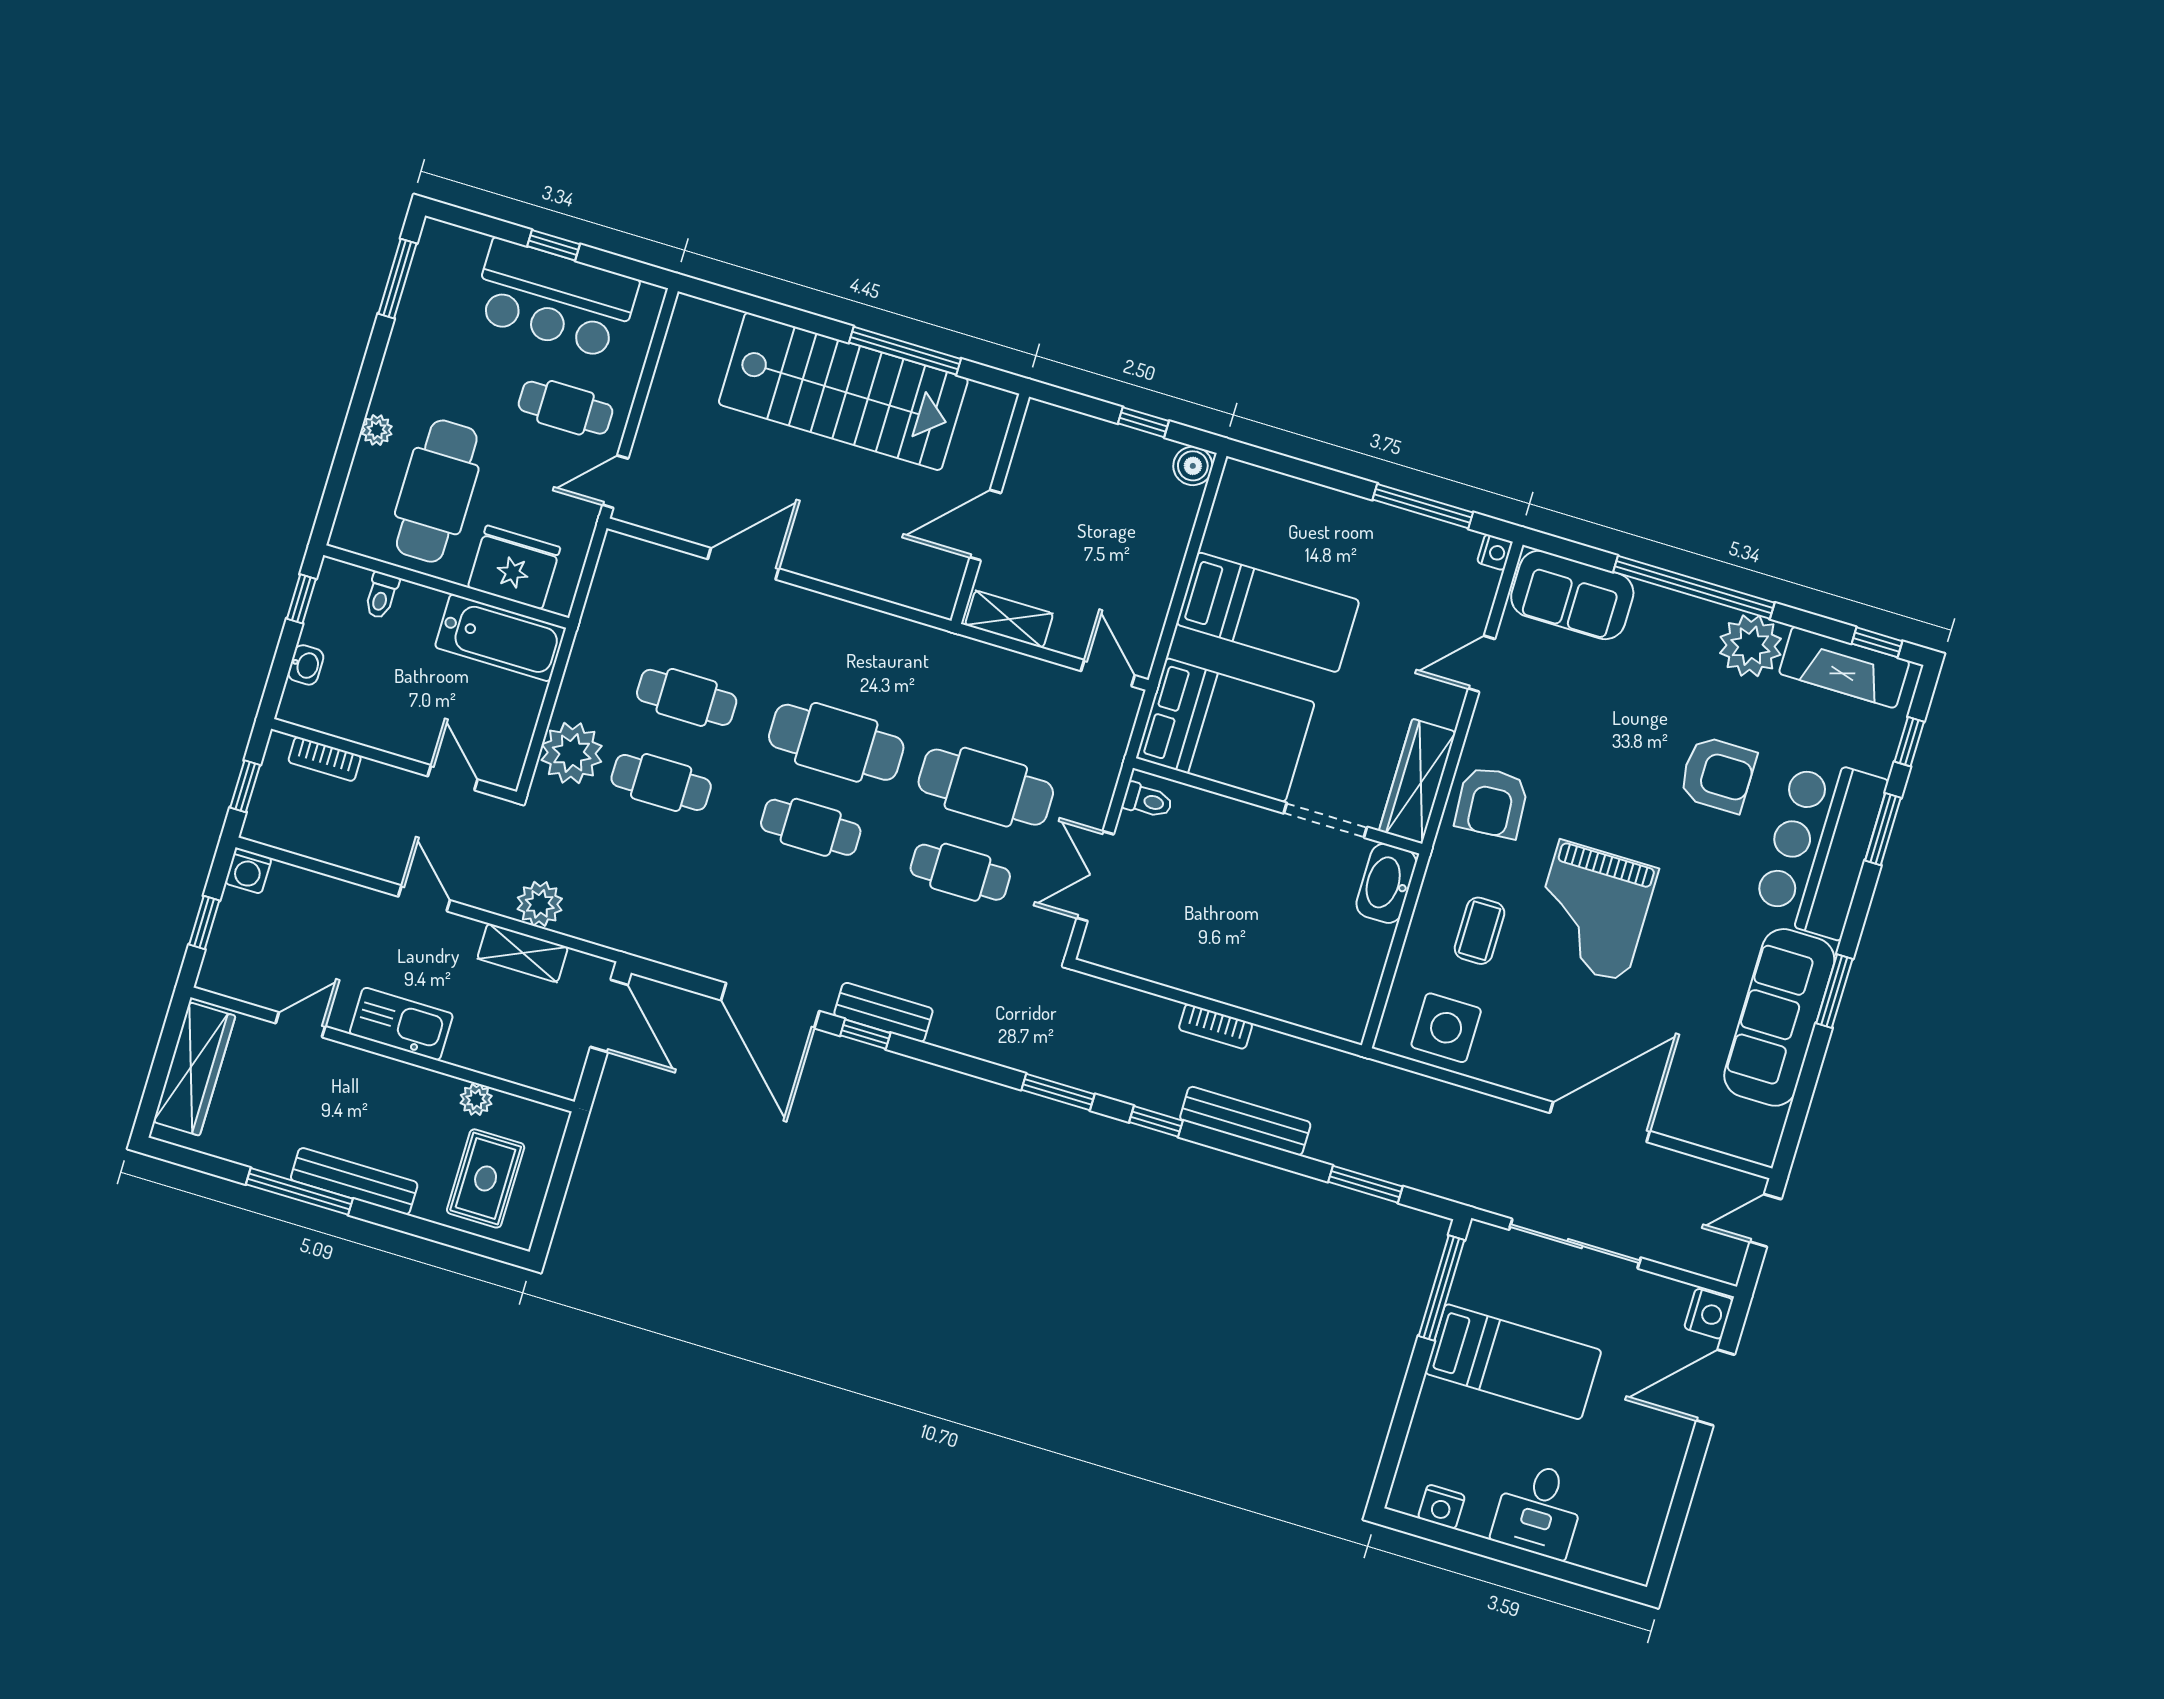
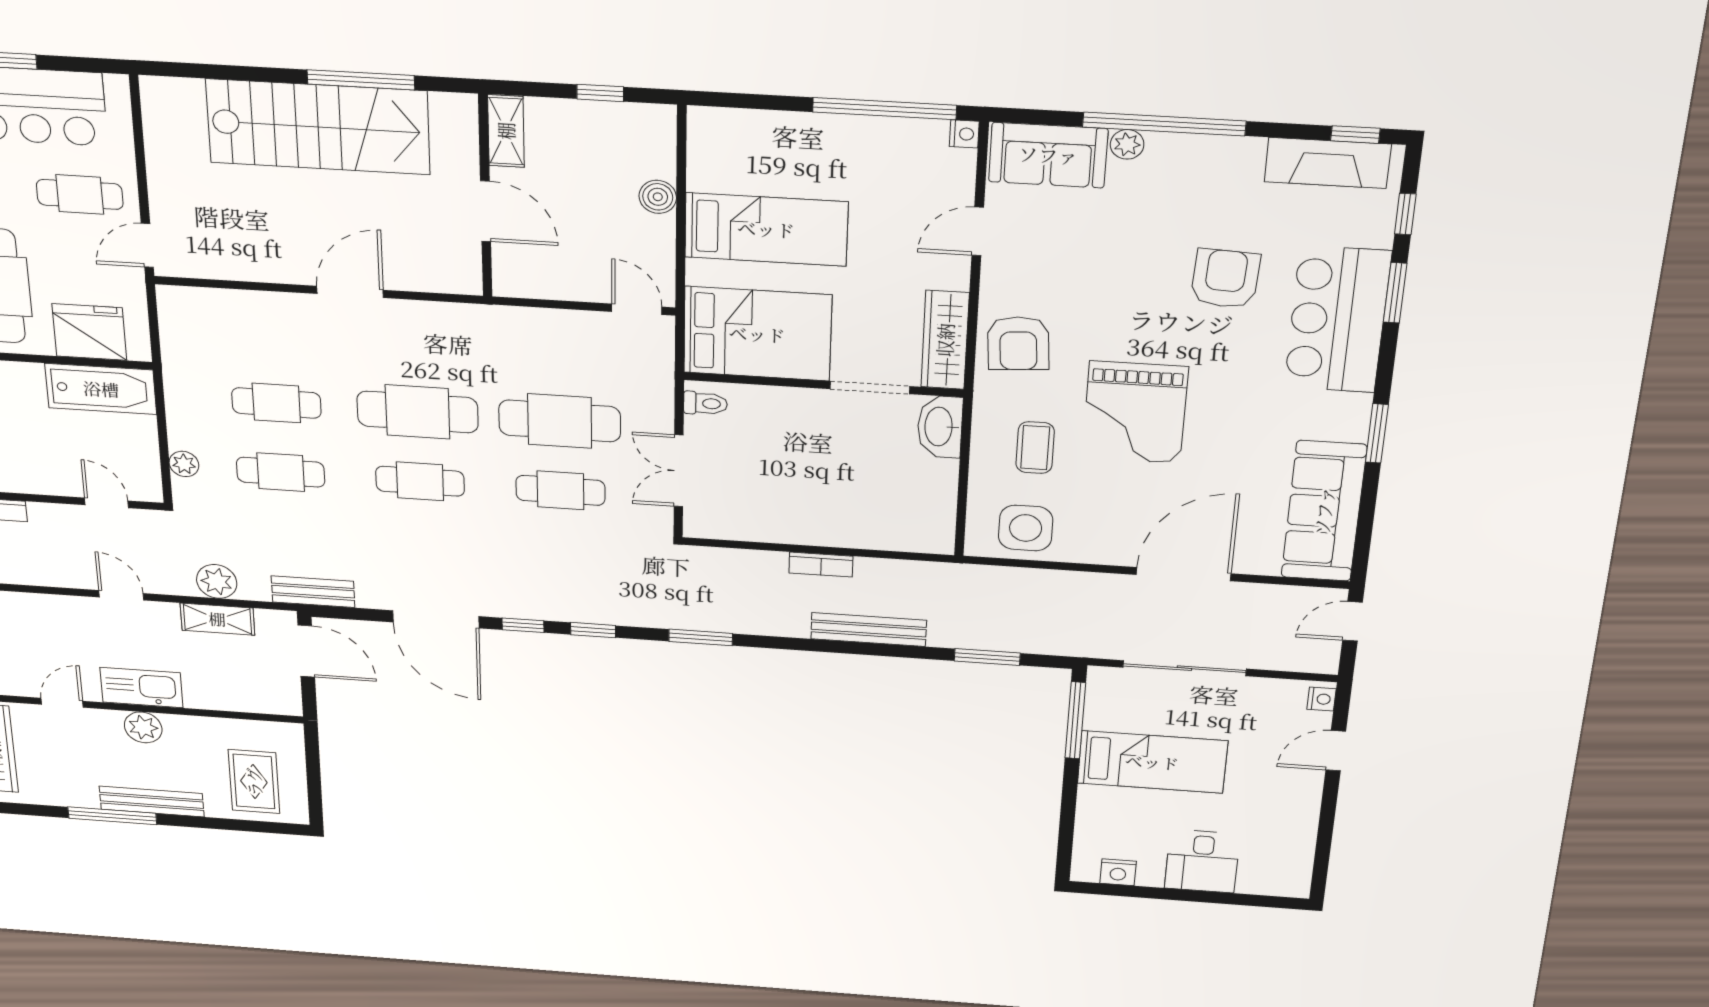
boiler: (1193, 466) -> (658, 197), moved
window: (1423, 506) -> (884, 109), width x1.46
door: (985, 525) -> (486, 211), swing flipped
door: (743, 564) -> (350, 292), moved
shelving: (1009, 619) -> (506, 131), moved, turned 90
plant: (1750, 646) -> (1127, 144), moved, width x0.53, depth x0.53
plant: (572, 753) -> (184, 464), width x0.53, depth x0.53
armchair: (1718, 774) -> (1225, 279), turned -87
bench: (883, 1012) -> (313, 592), moved
sofa: (1779, 1017) -> (1324, 511), moved
plant: (476, 1099) -> (143, 727), moved, width x1.38, depth x1.38
window: (1156, 1121) -> (593, 630), moved
nightstand: (1709, 1314) -> (1322, 699), width x0.72, depth x0.74
door: (1715, 1388) -> (1336, 751), width x0.73

